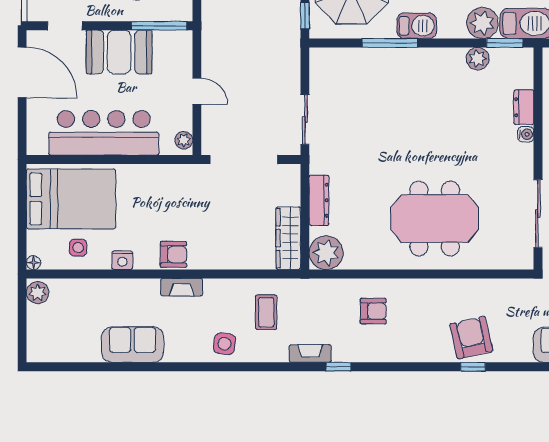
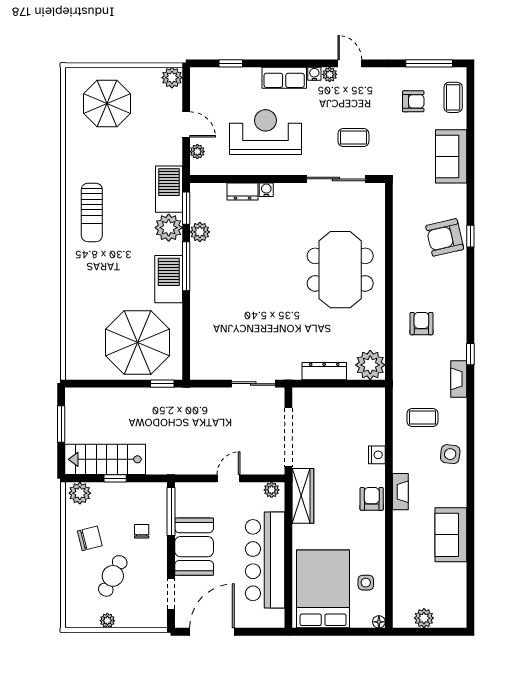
barbecue: (417, 26) -> (169, 279), width x1.37, depth x1.21
window: (390, 43) -> (186, 266), moved
wardrobe: (288, 238) -> (303, 496), moved, turned -90
nightstand: (122, 260) -> (377, 455), moved
plant: (38, 293) -> (424, 618), moved

